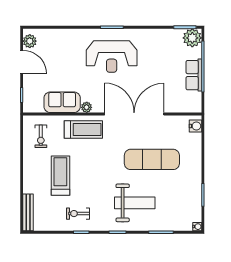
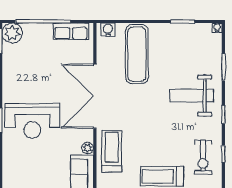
reception desk: (112, 56) -> (32, 121), turned 90
row of seats: (194, 75) -> (71, 31), moved
exercise mat: (152, 159) -> (137, 54), moved
weight bench: (135, 203) -> (191, 96), turned -90
exercise bike: (78, 214) -> (203, 157), width x1.38, depth x1.39

